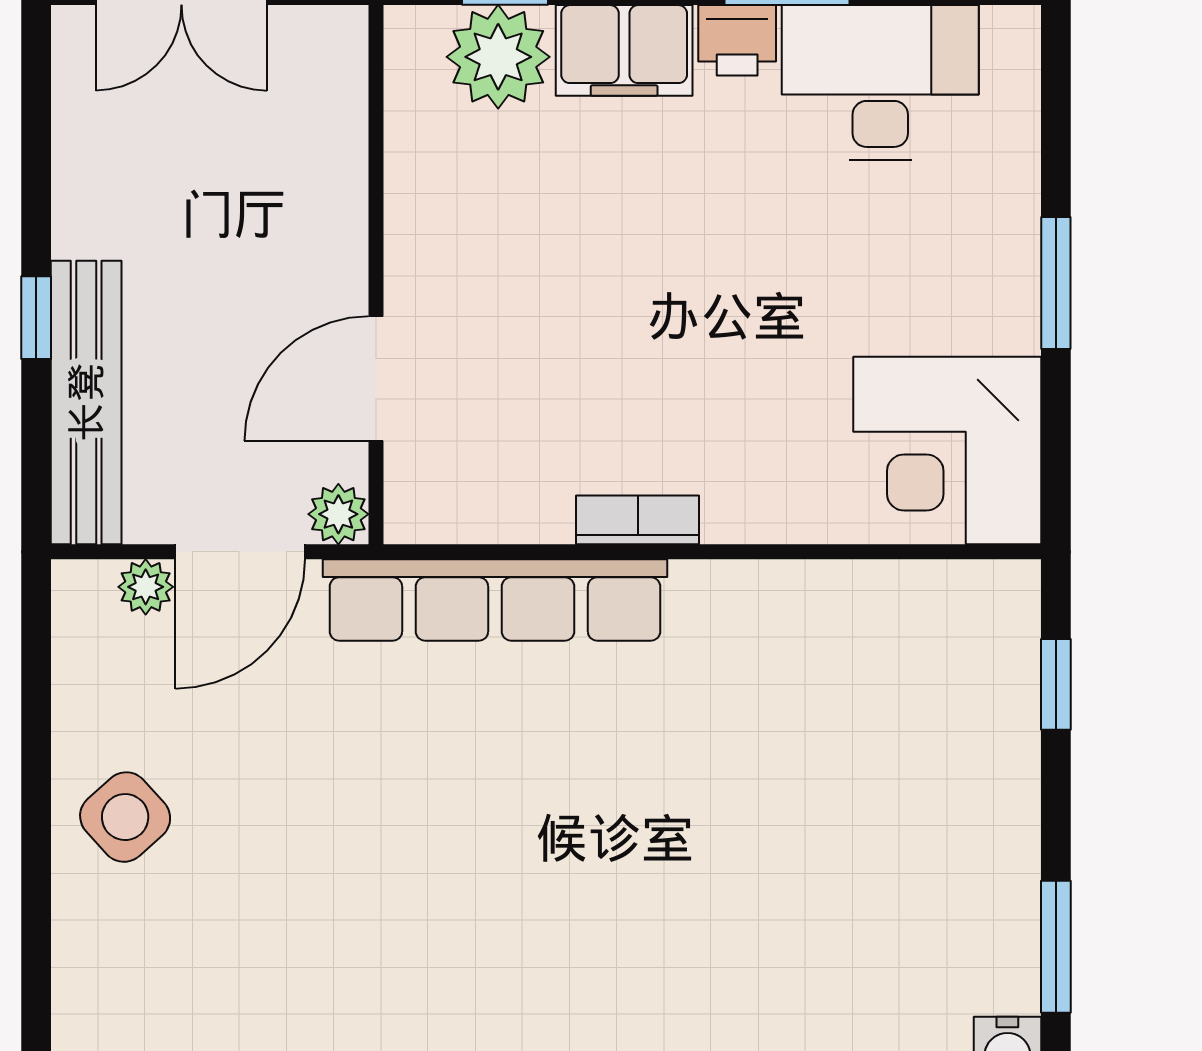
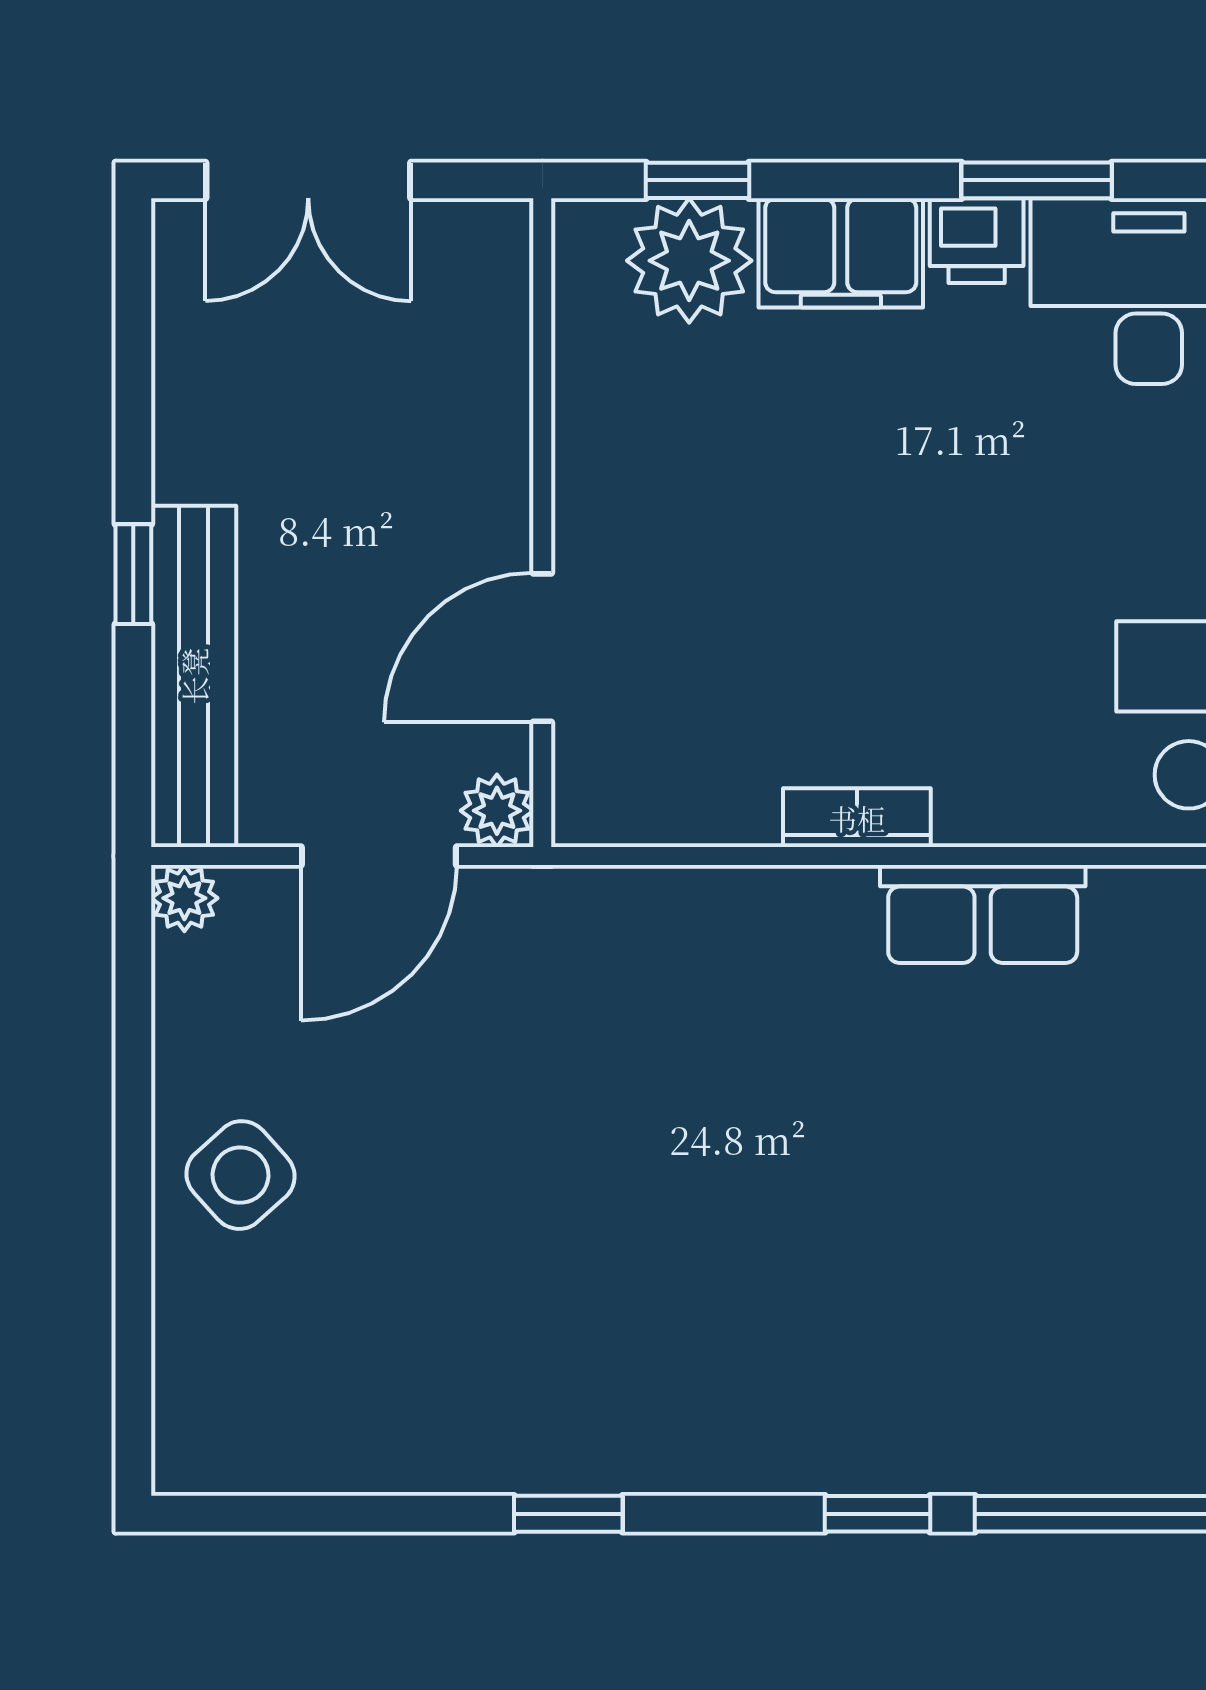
plant: (146, 587) -> (184, 898), moved
row of seats: (495, 600) -> (983, 914), moved, width x0.50

